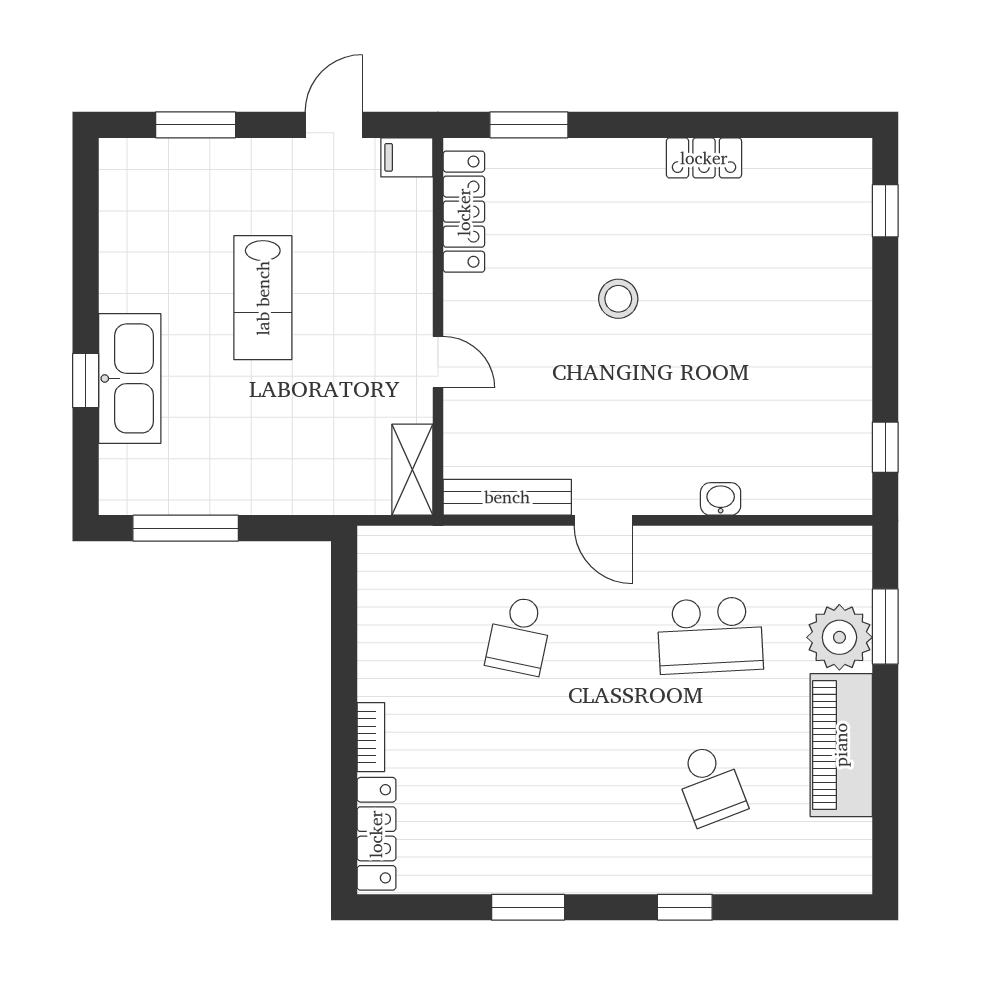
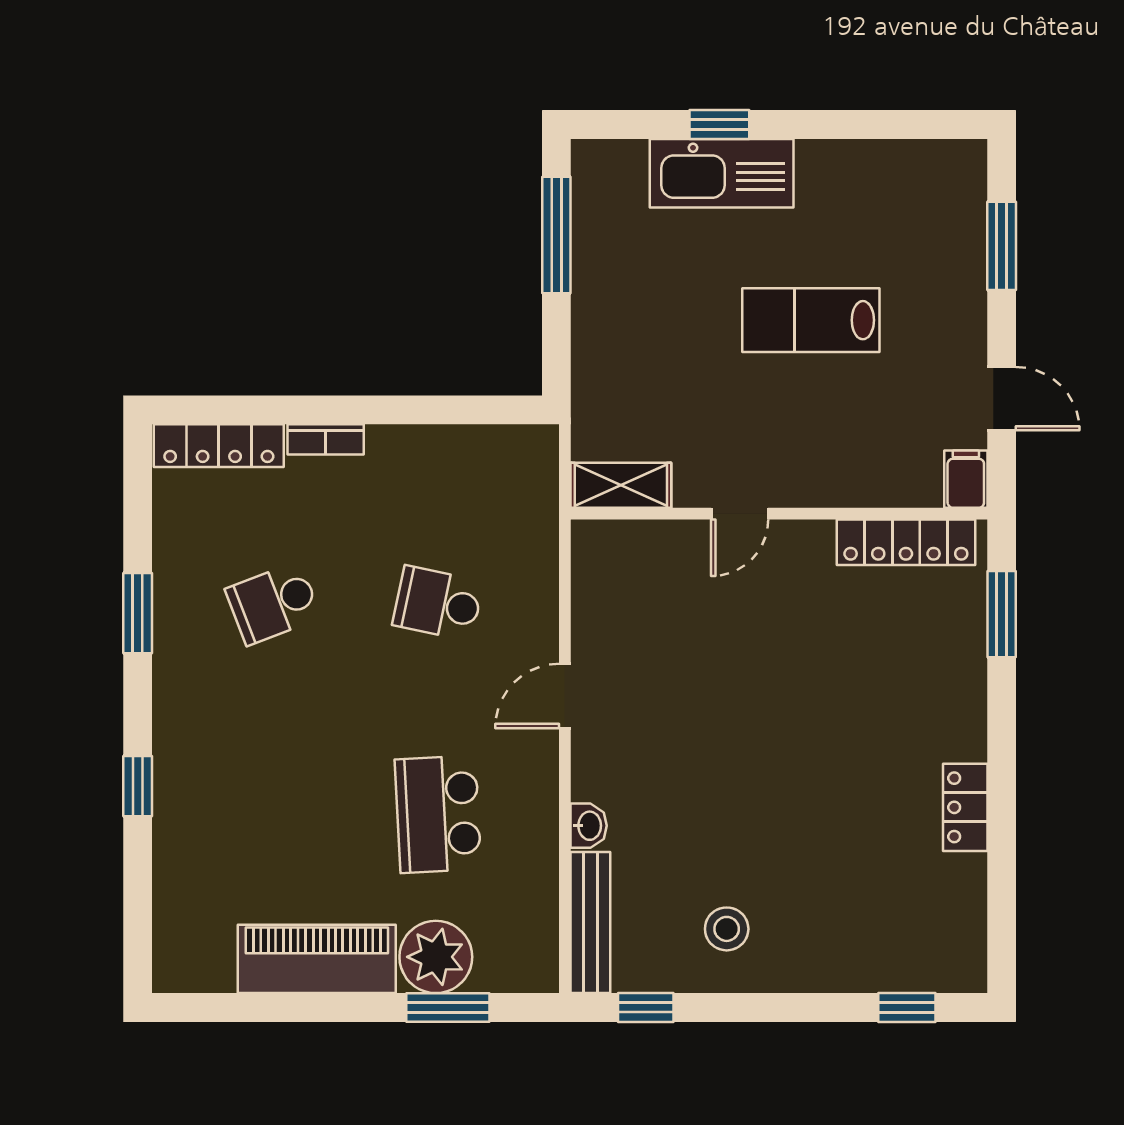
stool: (618, 299) -> (727, 929), moved
bench: (507, 497) -> (590, 922), moved
school desk: (710, 785) -> (273, 603), moved

